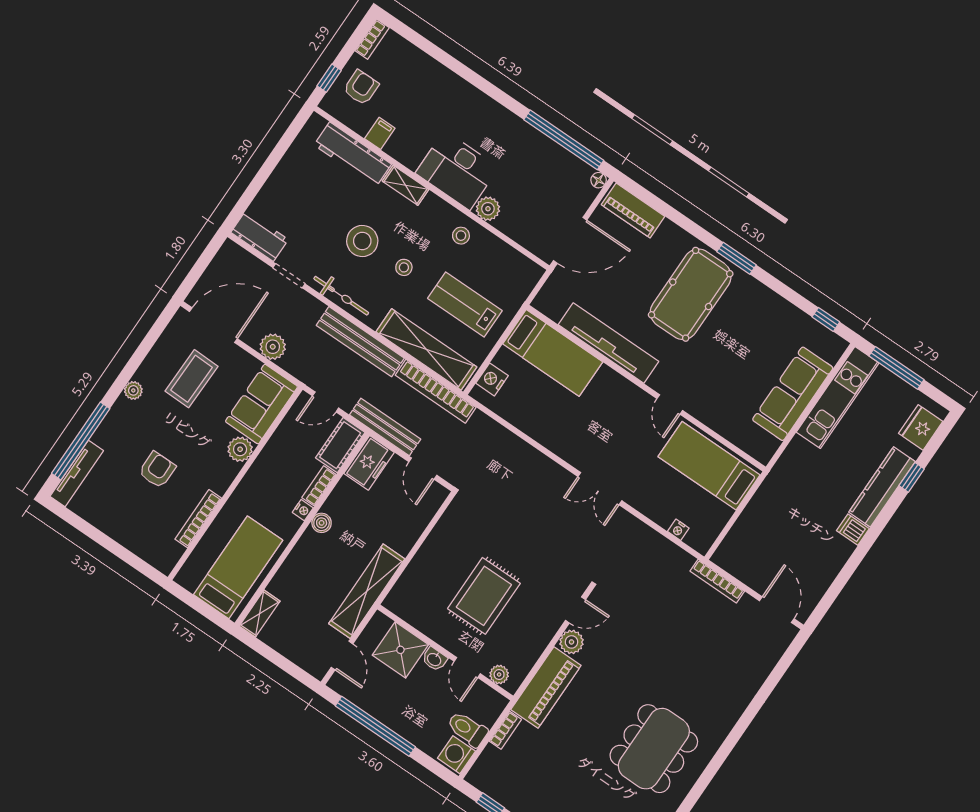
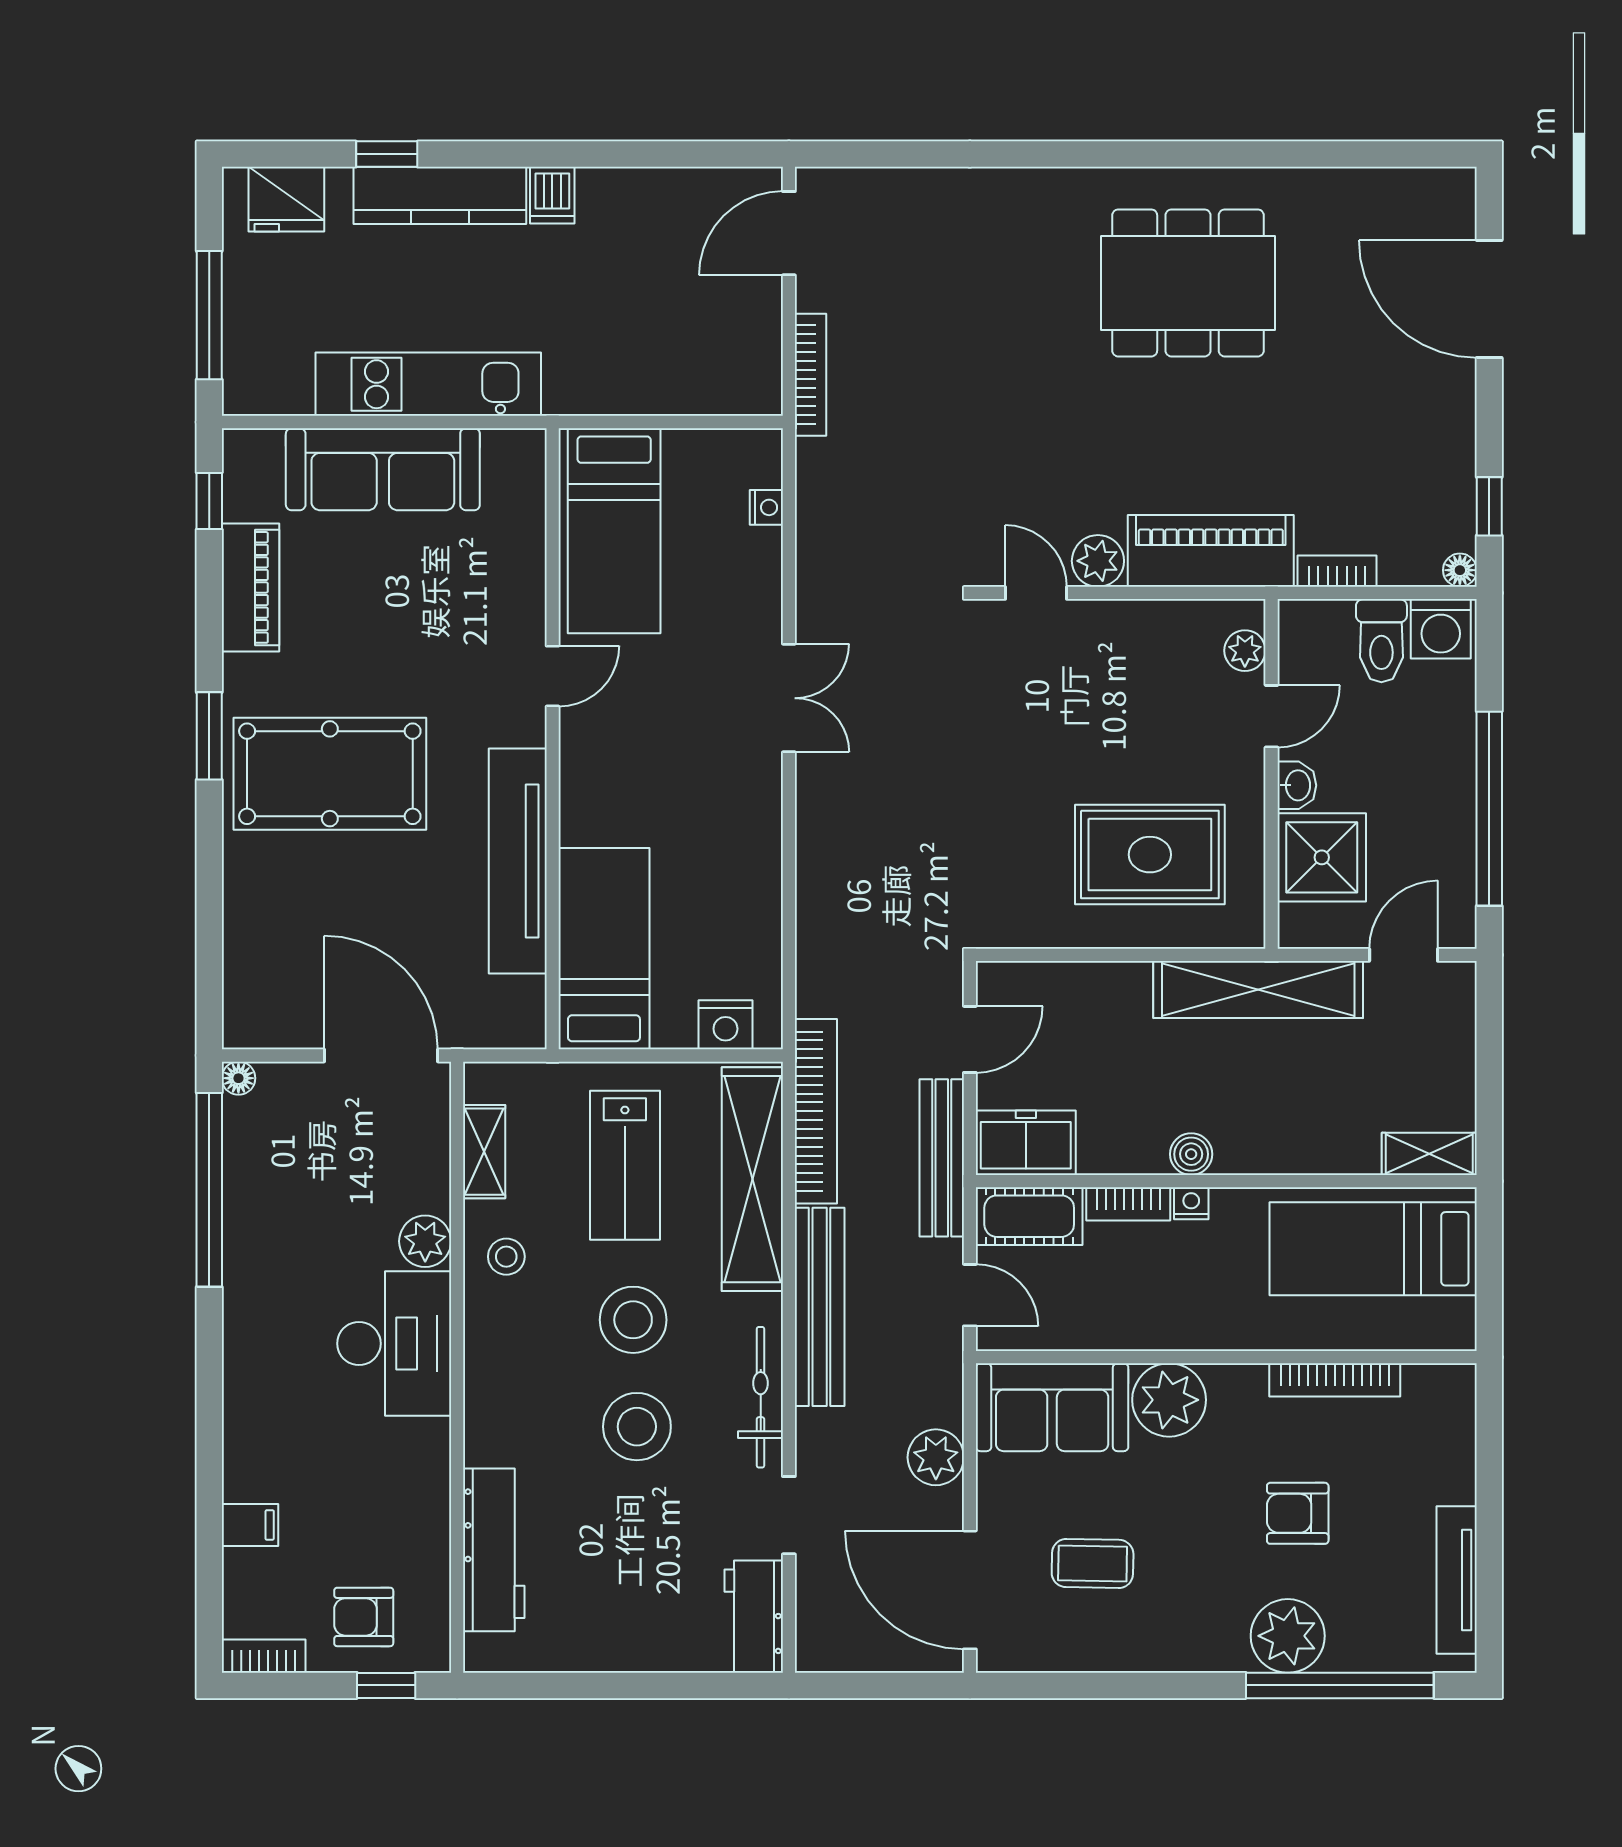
filing cabinet: (380, 133) -> (250, 1525), moved, turned 180
shelving: (406, 185) -> (484, 1152), moved
piano: (633, 210) -> (250, 587), moved
stool: (404, 267) -> (633, 1320), width x1.89, depth x1.89
coffee table: (191, 379) -> (1093, 1563), width x0.73, depth x0.77
plant: (133, 390) -> (1288, 1636), moved, width x1.87, depth x1.87
kitchen unit: (838, 397) -> (428, 384), moved
plant: (240, 449) -> (1169, 1400), width x1.36, depth x1.36
tv unit: (77, 473) -> (1457, 1580), moved, turned -90
rug: (484, 596) -> (1150, 855), moved
floor lamp: (474, 777) -> (1460, 570), added

